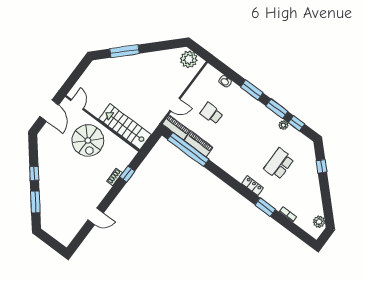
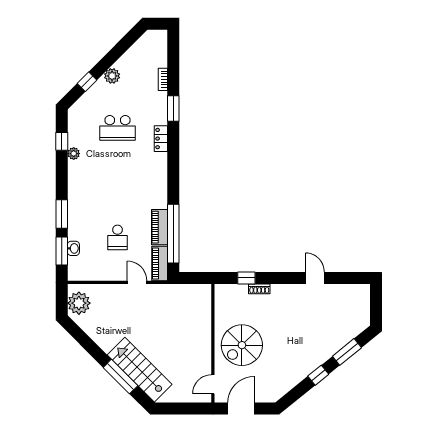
window: (277, 109) -> (62, 251), moved
stairs: (125, 127) -> (140, 370), moved, turned 135
spiral stairs: (88, 140) -> (242, 345), turned 180
plant: (319, 222) -> (112, 76), moved

